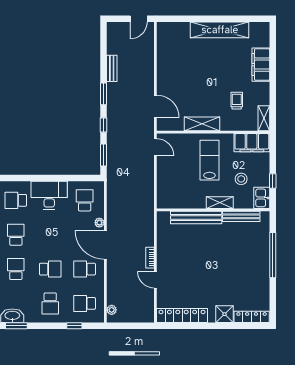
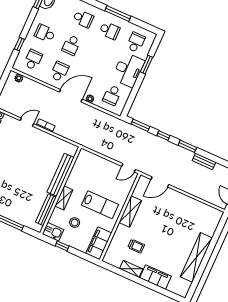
shelving: (264, 118) -> (131, 269), moved
window: (35, 178) -> (146, 65), added
school desk: (85, 200) -> (112, 95), turned 90

